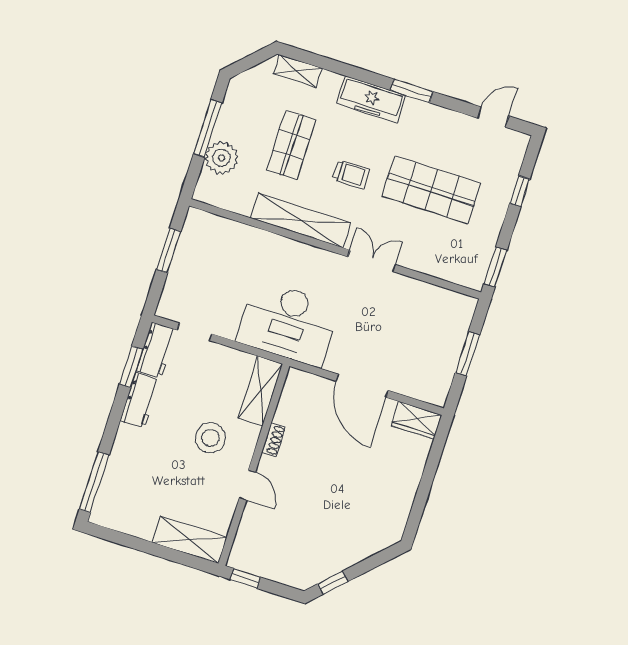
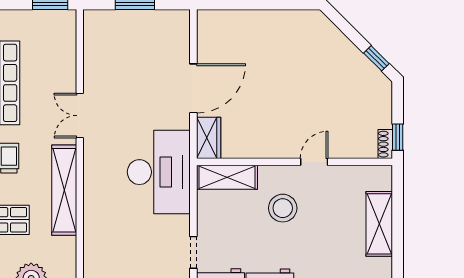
wardrobe: (416, 420) -> (209, 138), moved
shoe rack: (274, 440) -> (385, 144), moved, turned -90
shelving: (190, 540) -> (379, 224), moved

